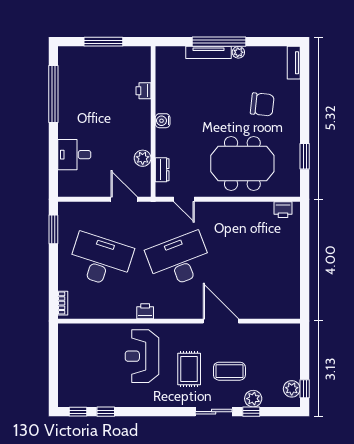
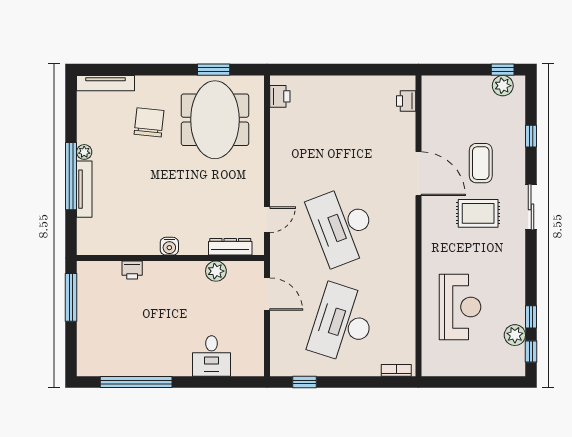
window: (103, 42) -> (71, 297), moved
tv unit: (294, 63) -> (106, 83), width x1.41
meeting table: (242, 164) -> (215, 120), moved
dresser: (162, 170) -> (230, 247), width x1.44
door: (124, 199) -> (267, 294), swing flipped
window: (53, 229) -> (304, 382), width x0.67
printer: (145, 311) -> (406, 101), moved
door: (221, 321) -> (418, 174), swing flipped
reception desk: (142, 356) -> (460, 307), moved, turned -90
plant: (253, 399) -> (515, 335), moved
sliding door: (214, 412) -> (531, 207), moved

